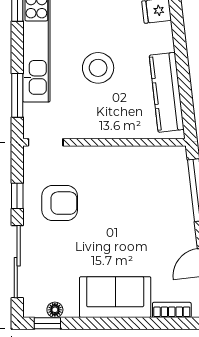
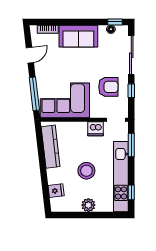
stool: (98, 68) -> (86, 171), moved
dishwasher: (83, 126) -> (96, 129), added
corner sofa: (140, 178) -> (65, 100), added
armchair: (60, 203) -> (108, 87), turned 180

